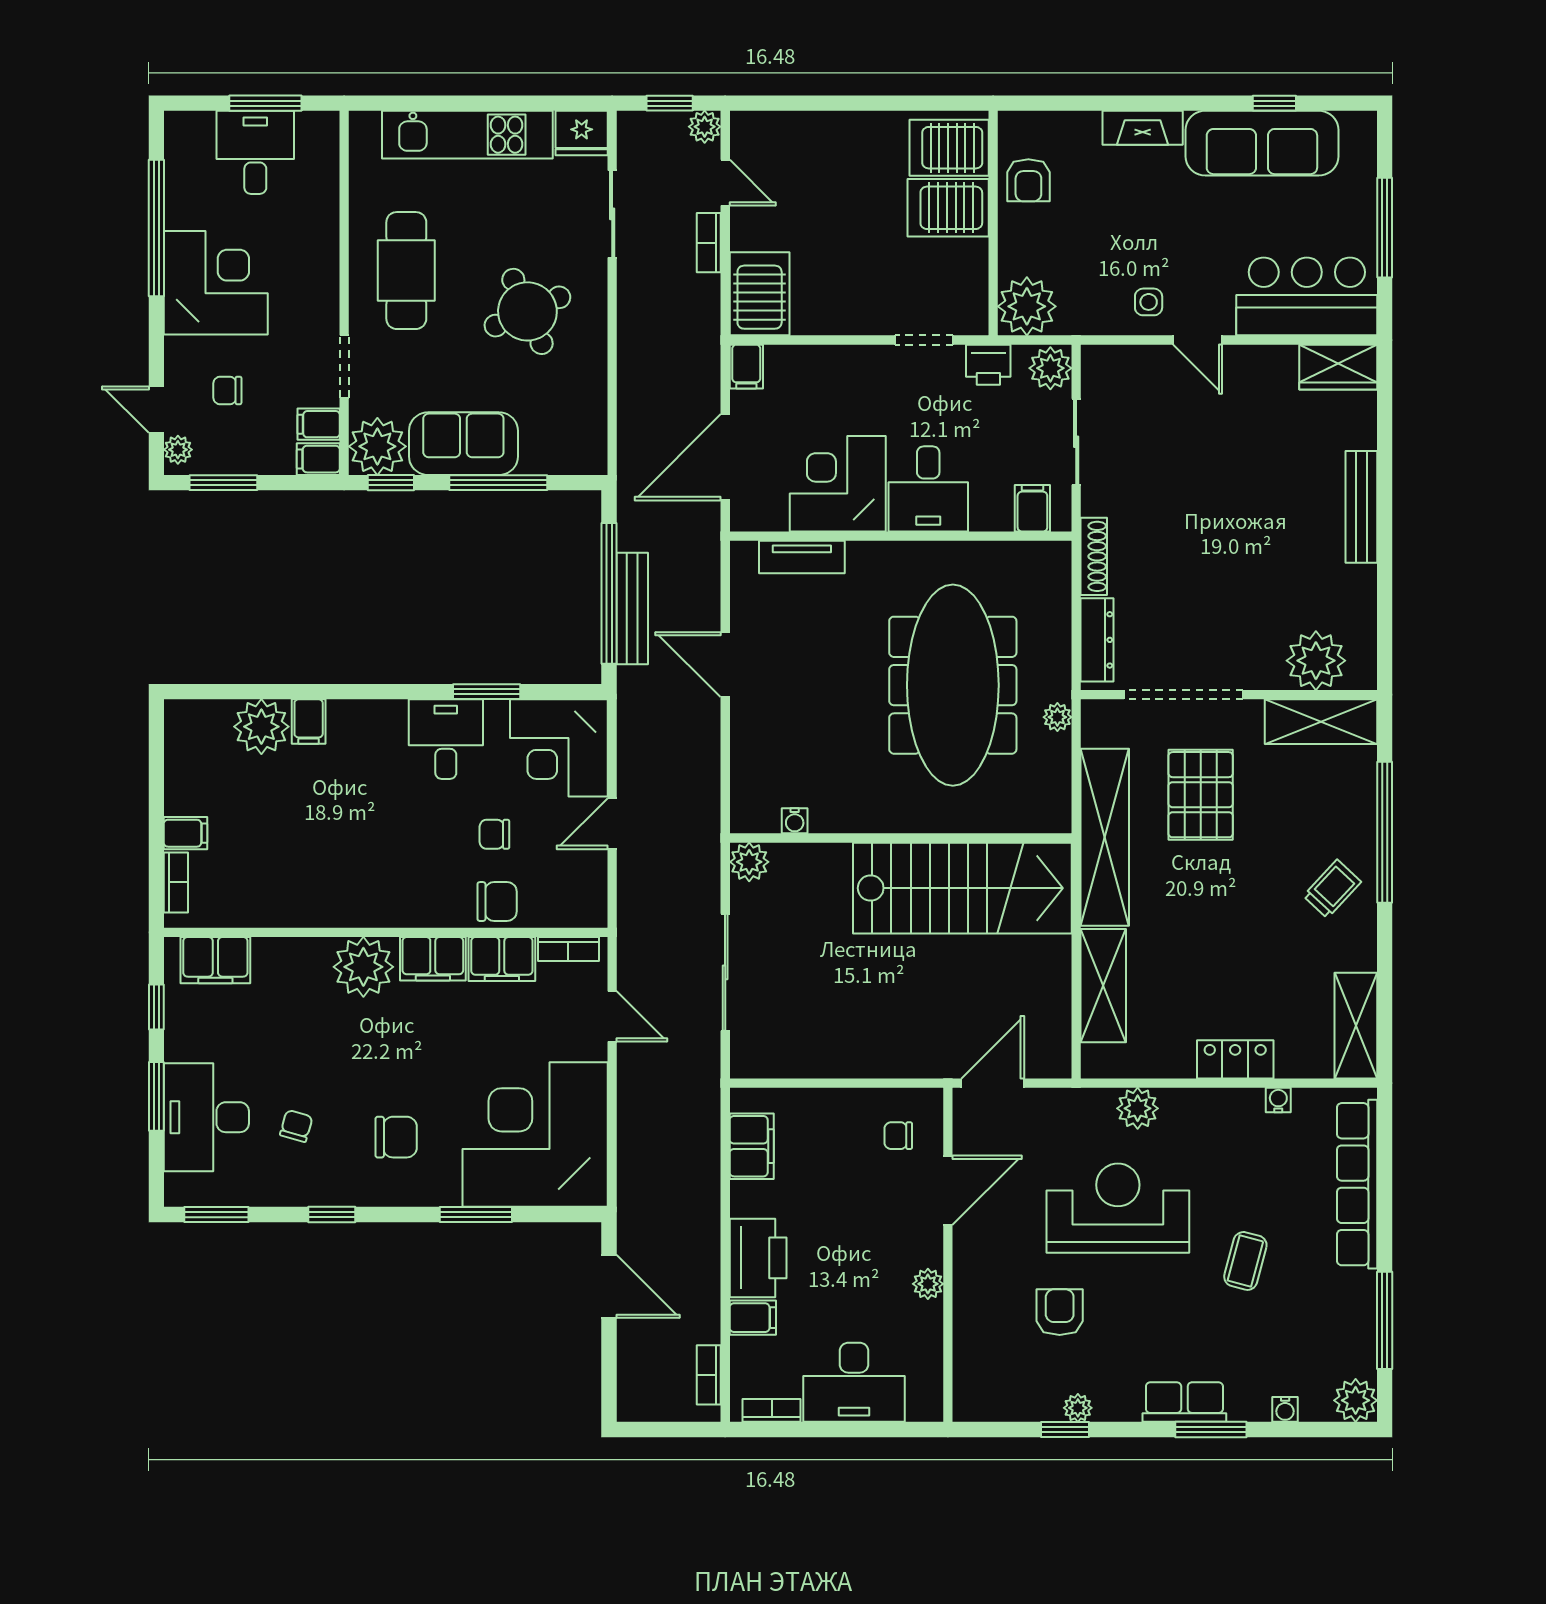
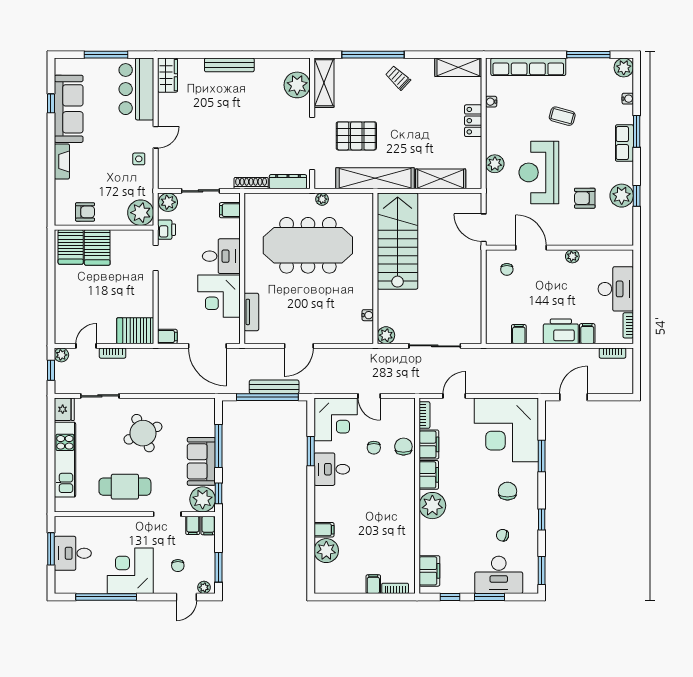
filing cabinet: (752, 1146) -> (519, 334), width x0.50
plant: (1078, 1408) -> (622, 196), width x1.88, depth x1.88

